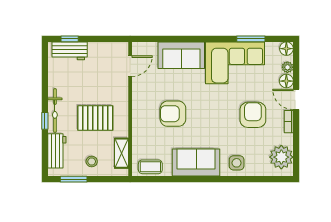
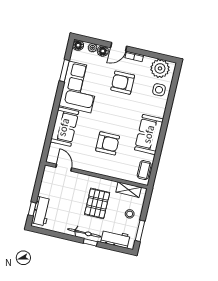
armchair: (173, 114) -> (108, 143), turned -90
side table: (237, 163) -> (159, 90), moved

